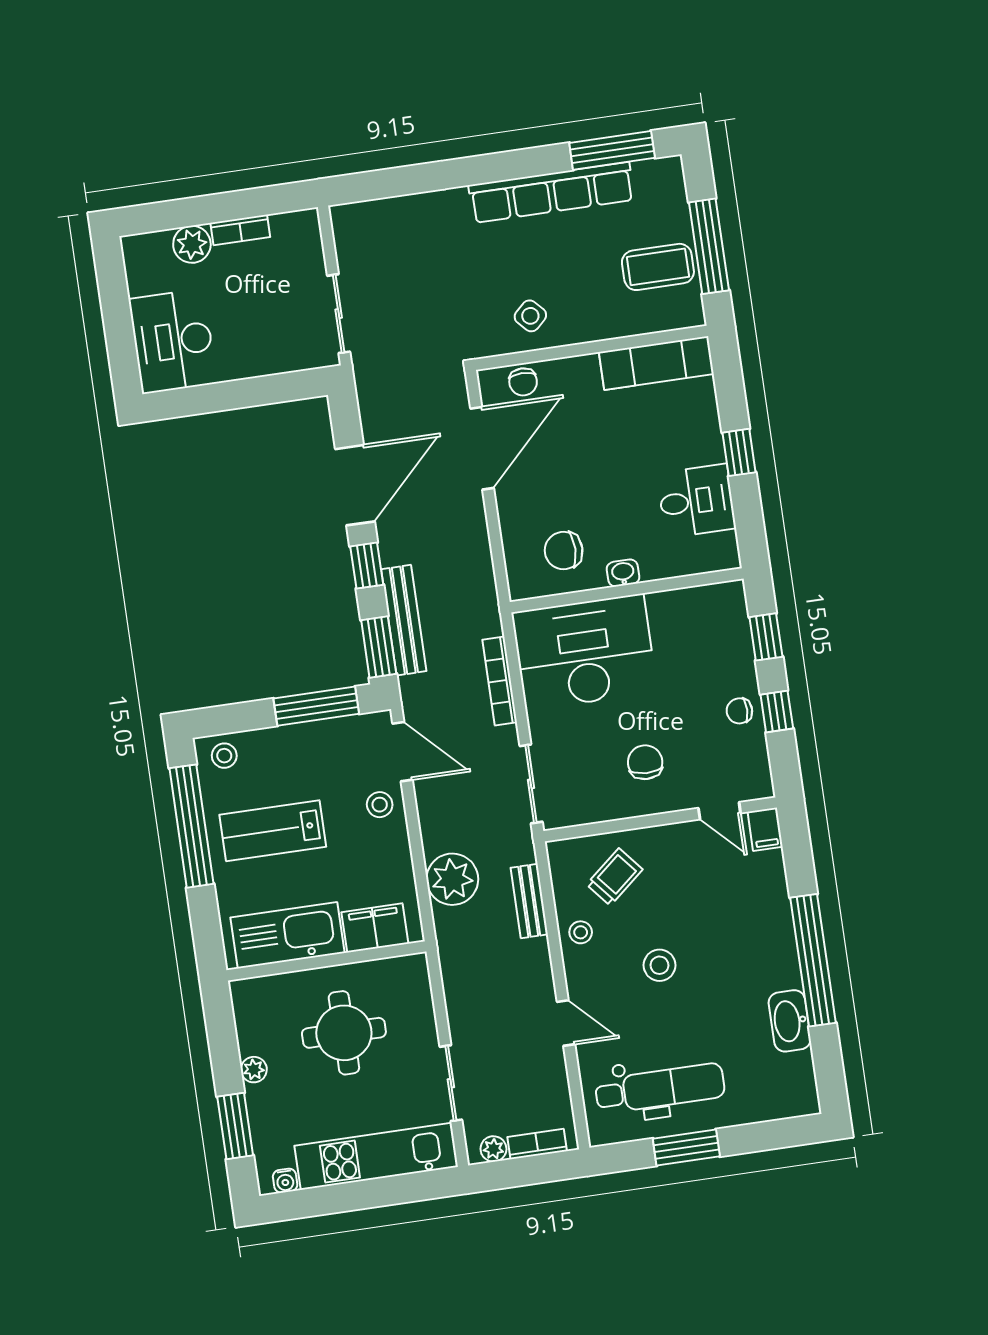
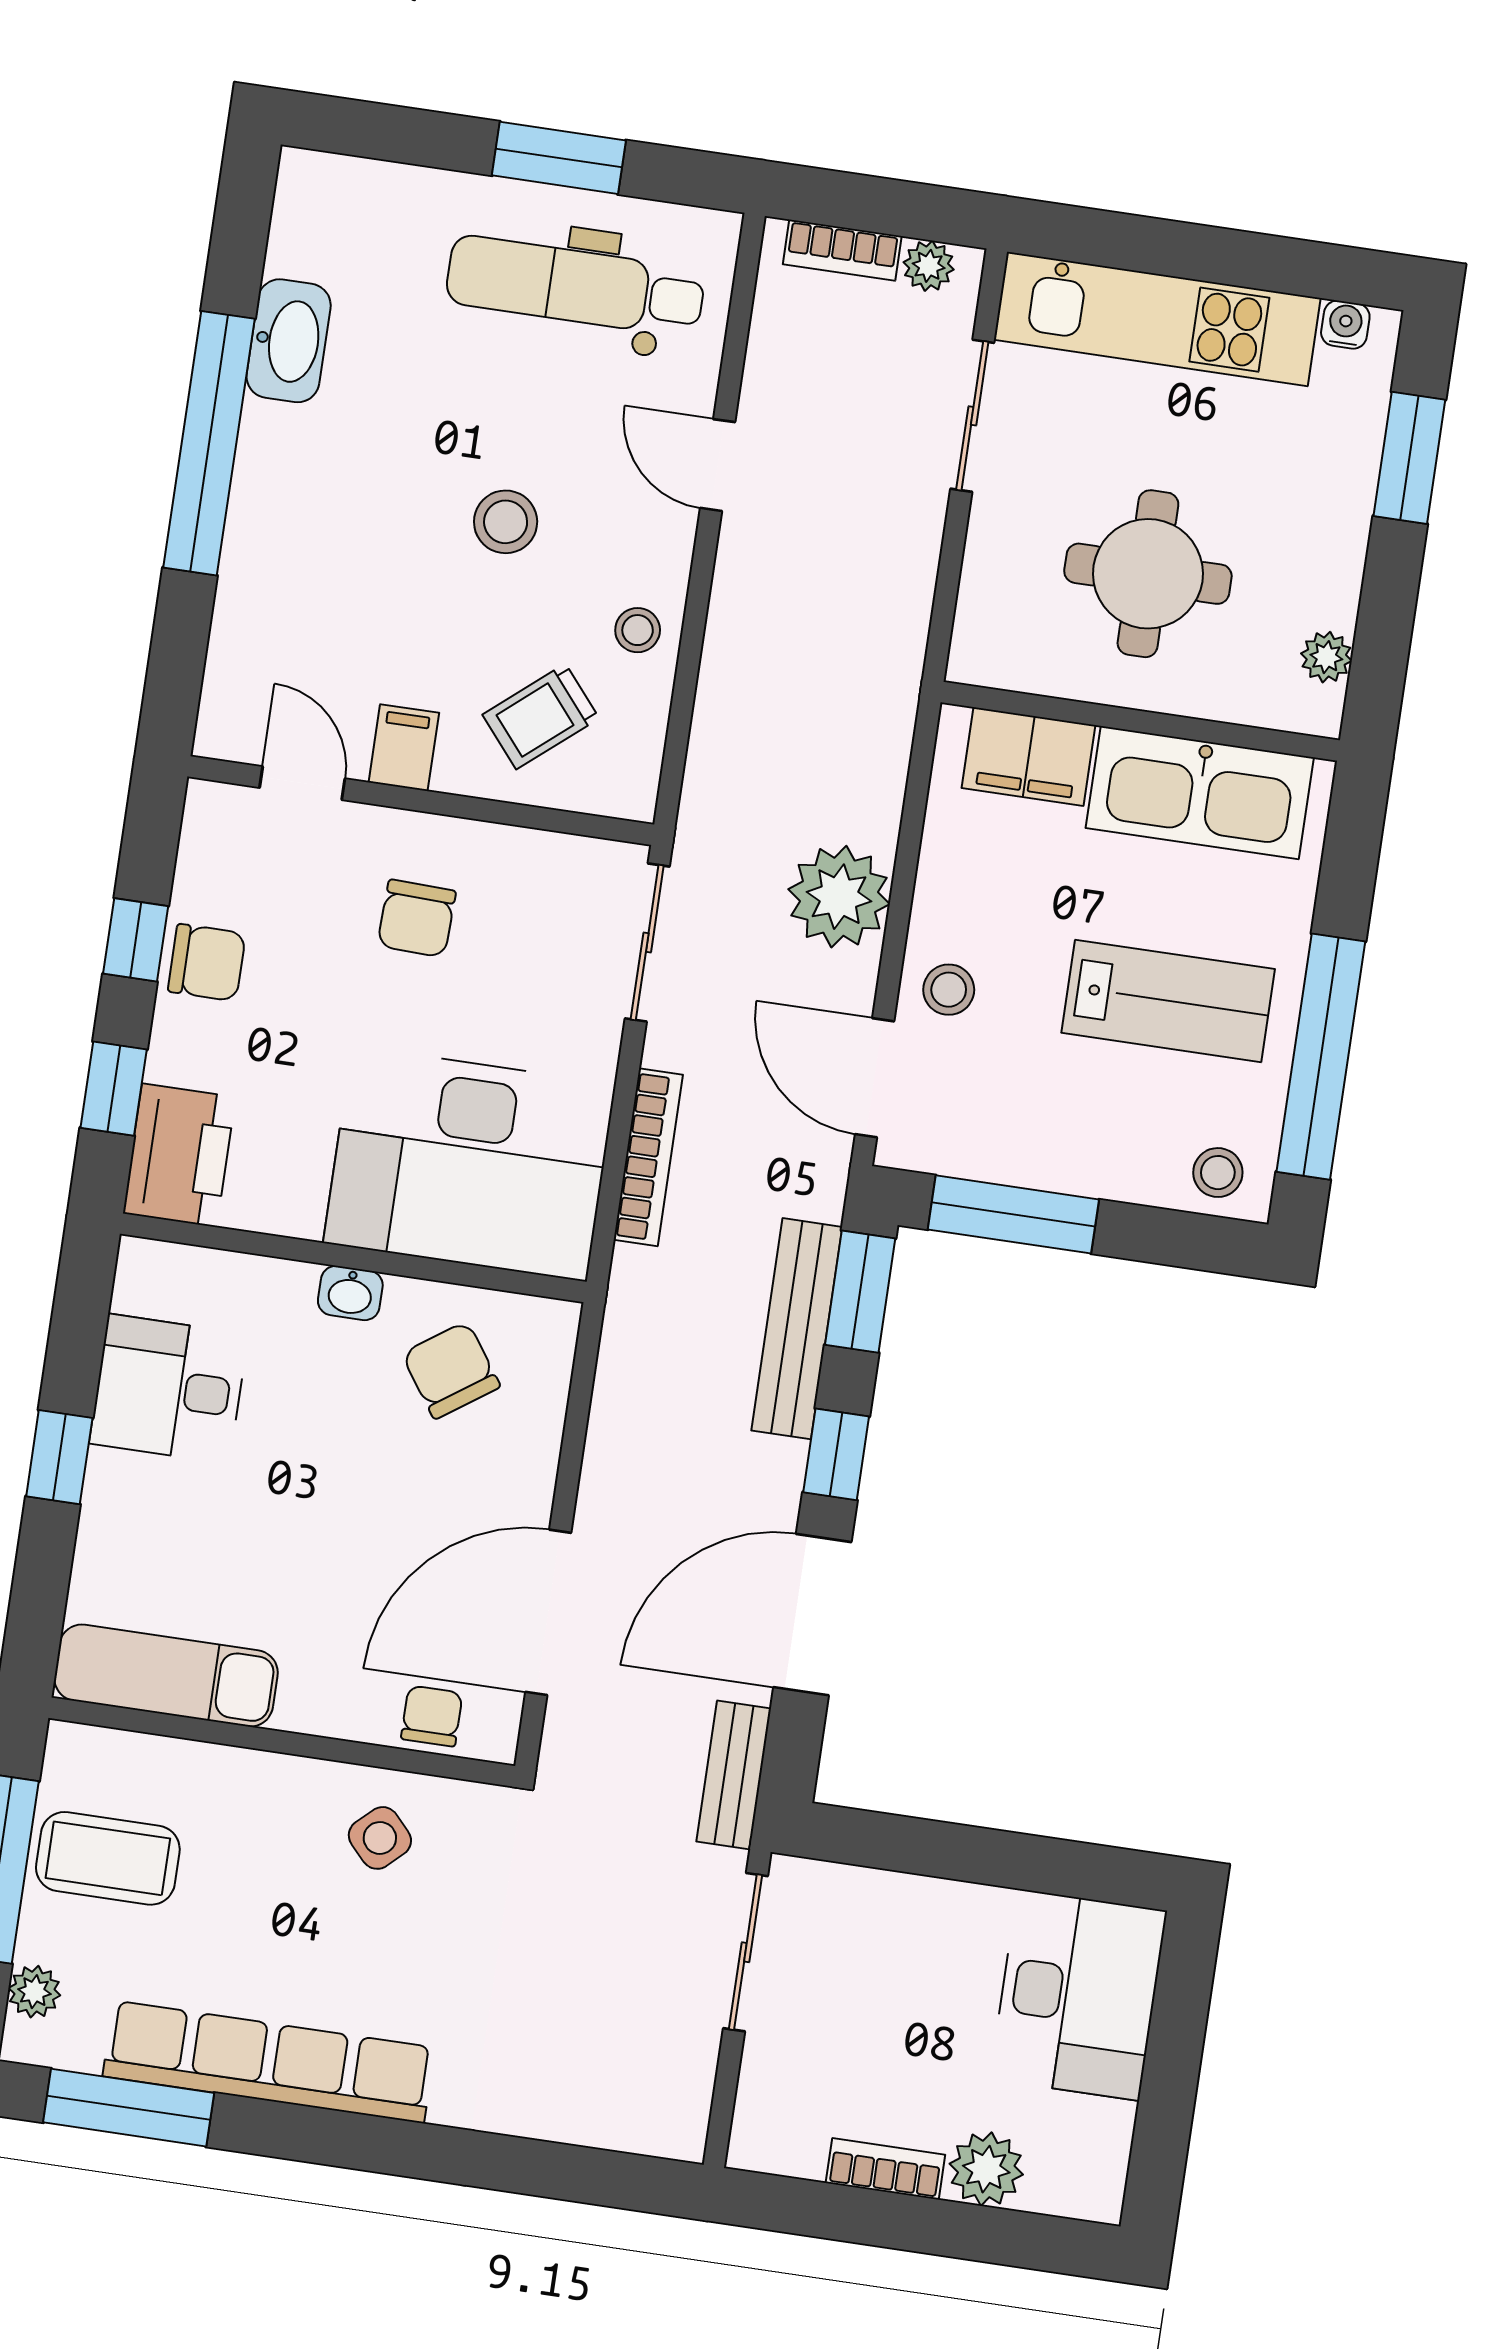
plant: (674, 192) -> (34, 1992), added
chair: (564, 551) -> (451, 1370), turned -125
printer: (725, 614) -> (179, 1155), added
chair: (739, 711) -> (207, 962), width x1.37, depth x1.37
filing cabinet: (765, 829) -> (404, 748), moved
plant: (452, 879) -> (839, 897), moved
bench: (529, 901) -> (734, 1775), moved
plant: (254, 1070) -> (1326, 657), moved

